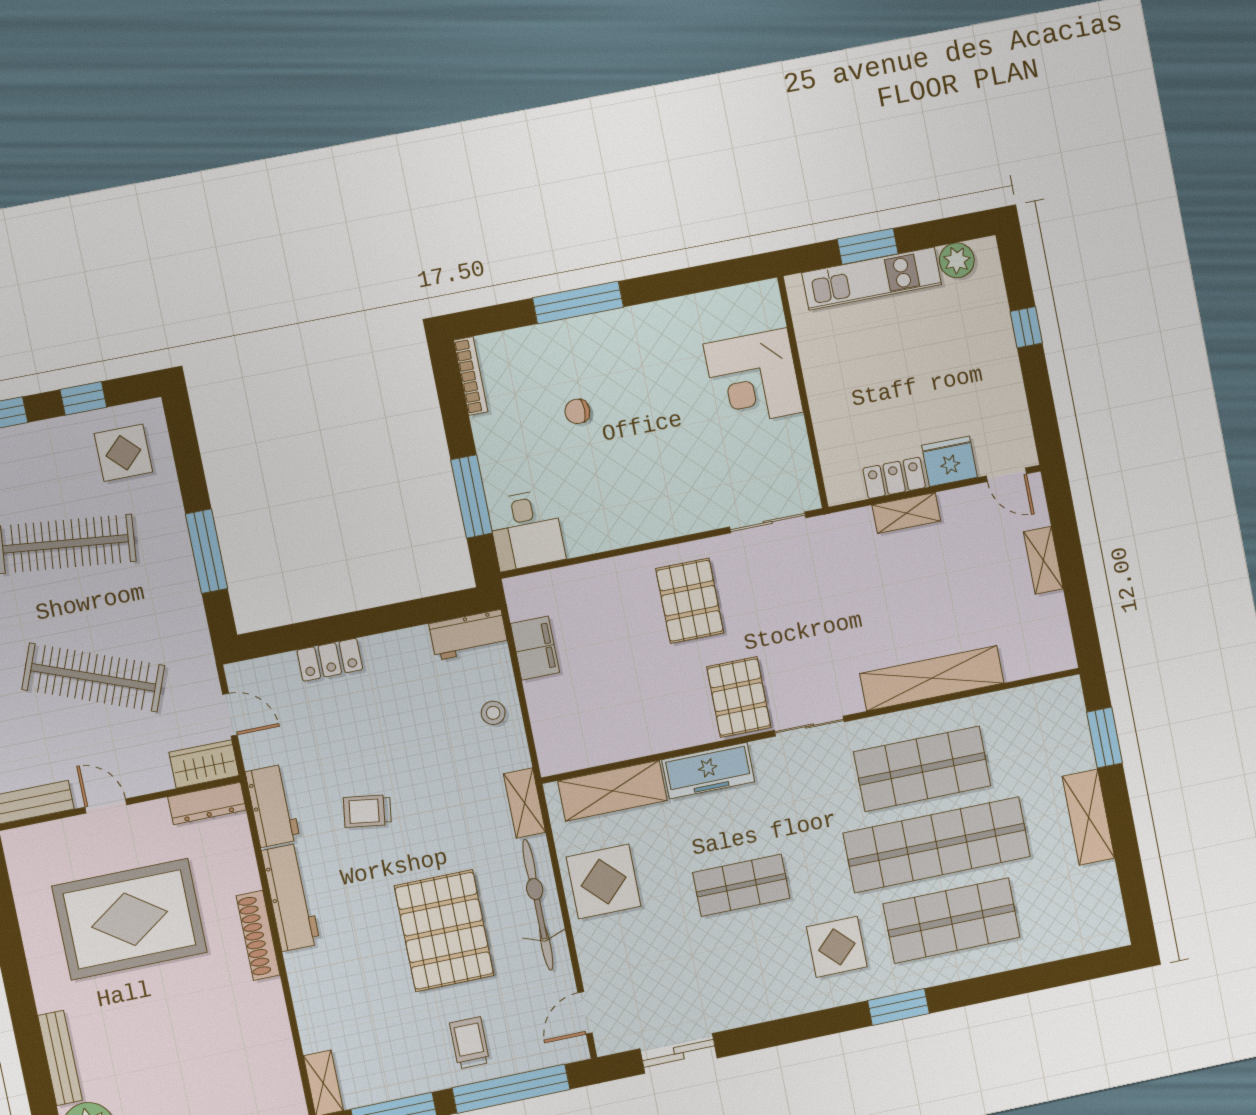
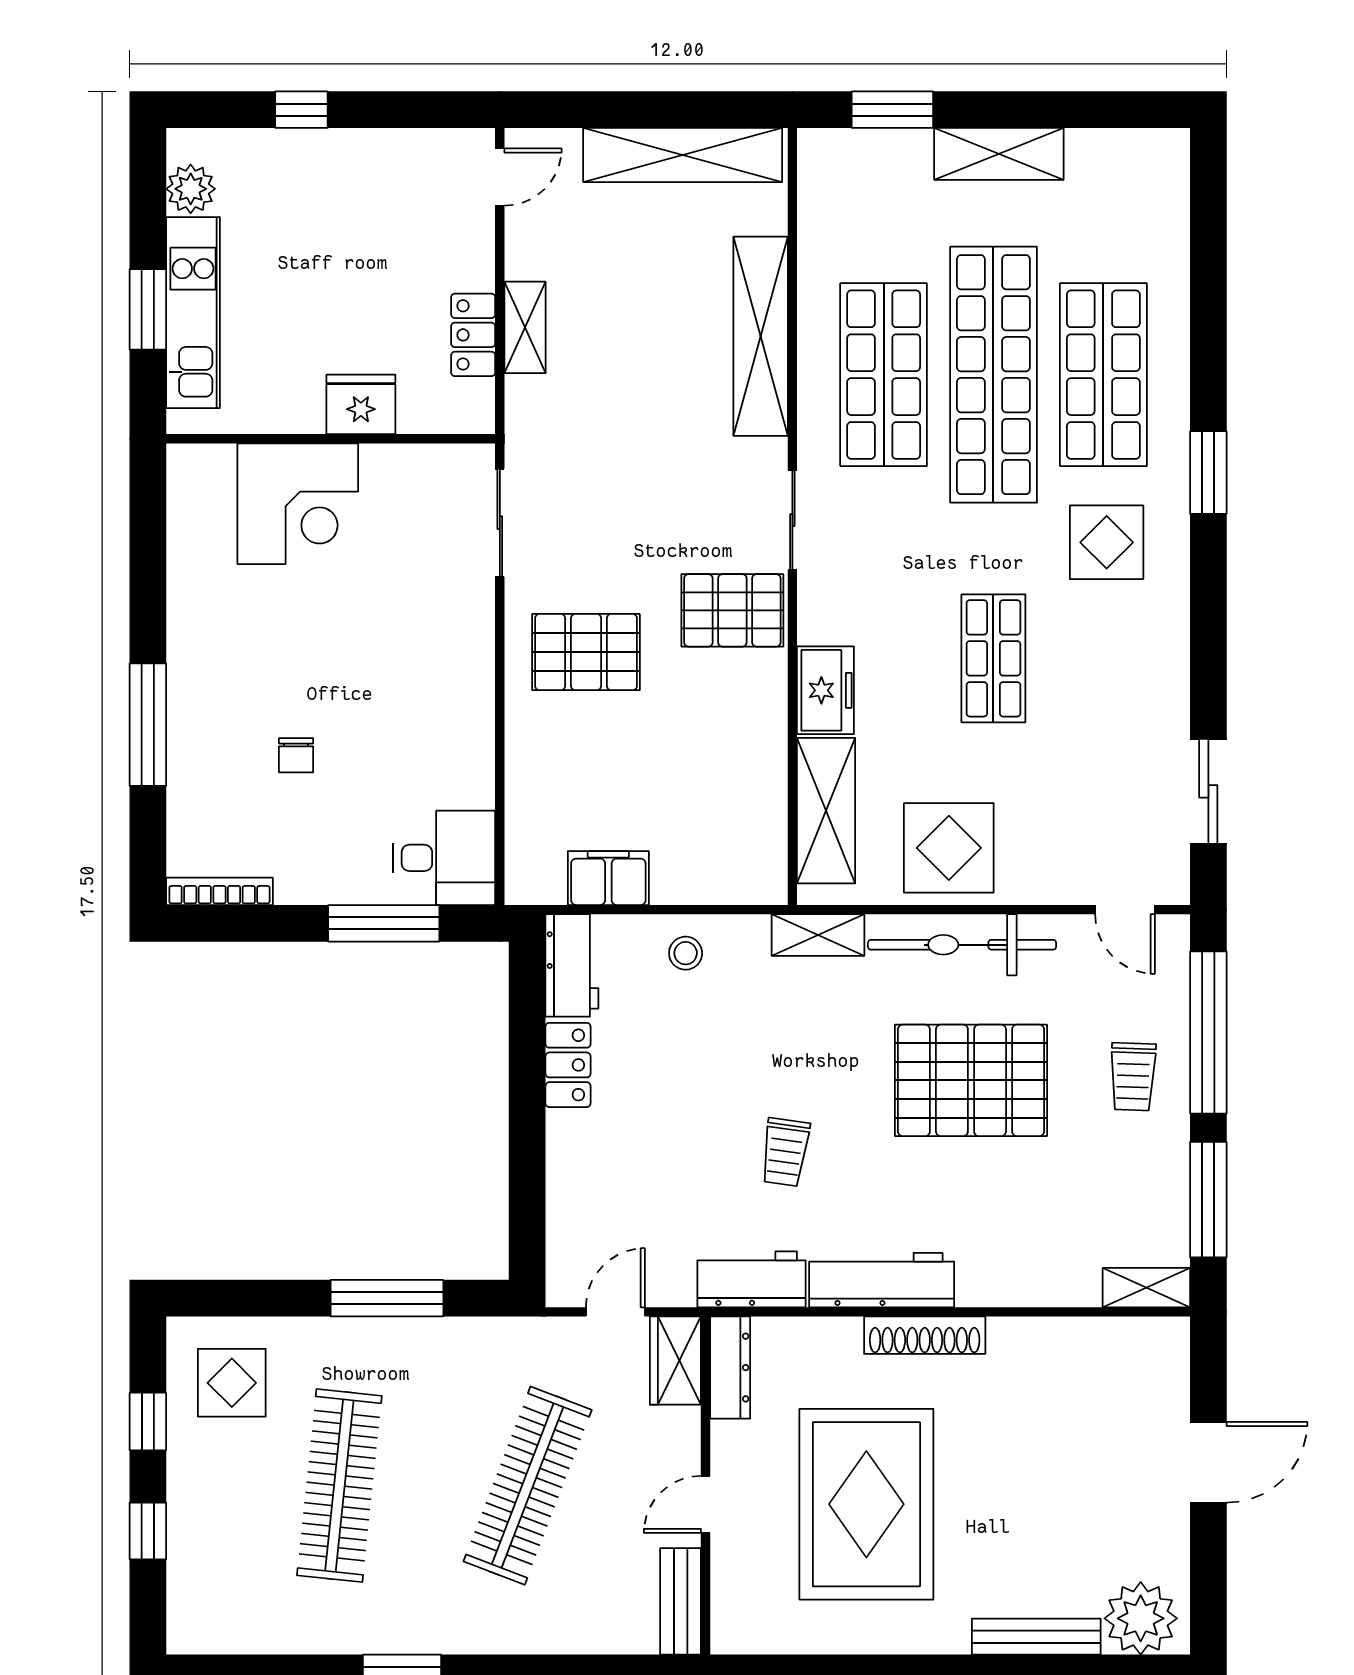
fridge: (950, 461) -> (361, 404), moved, turned 90
shelving: (1043, 560) -> (683, 155), width x2.20, depth x1.33
locker: (330, 660) -> (568, 1065), moved
freezer: (708, 771) -> (825, 690), width x0.71
trolley: (470, 1043) -> (1133, 1077), turned -88

